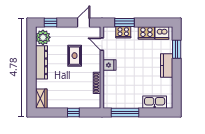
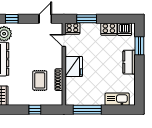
cooker: (123, 32) -> (72, 29), moved
rug: (75, 56) -> (40, 80), moved
fridge: (110, 65) -> (74, 67), width x1.88, depth x1.34

